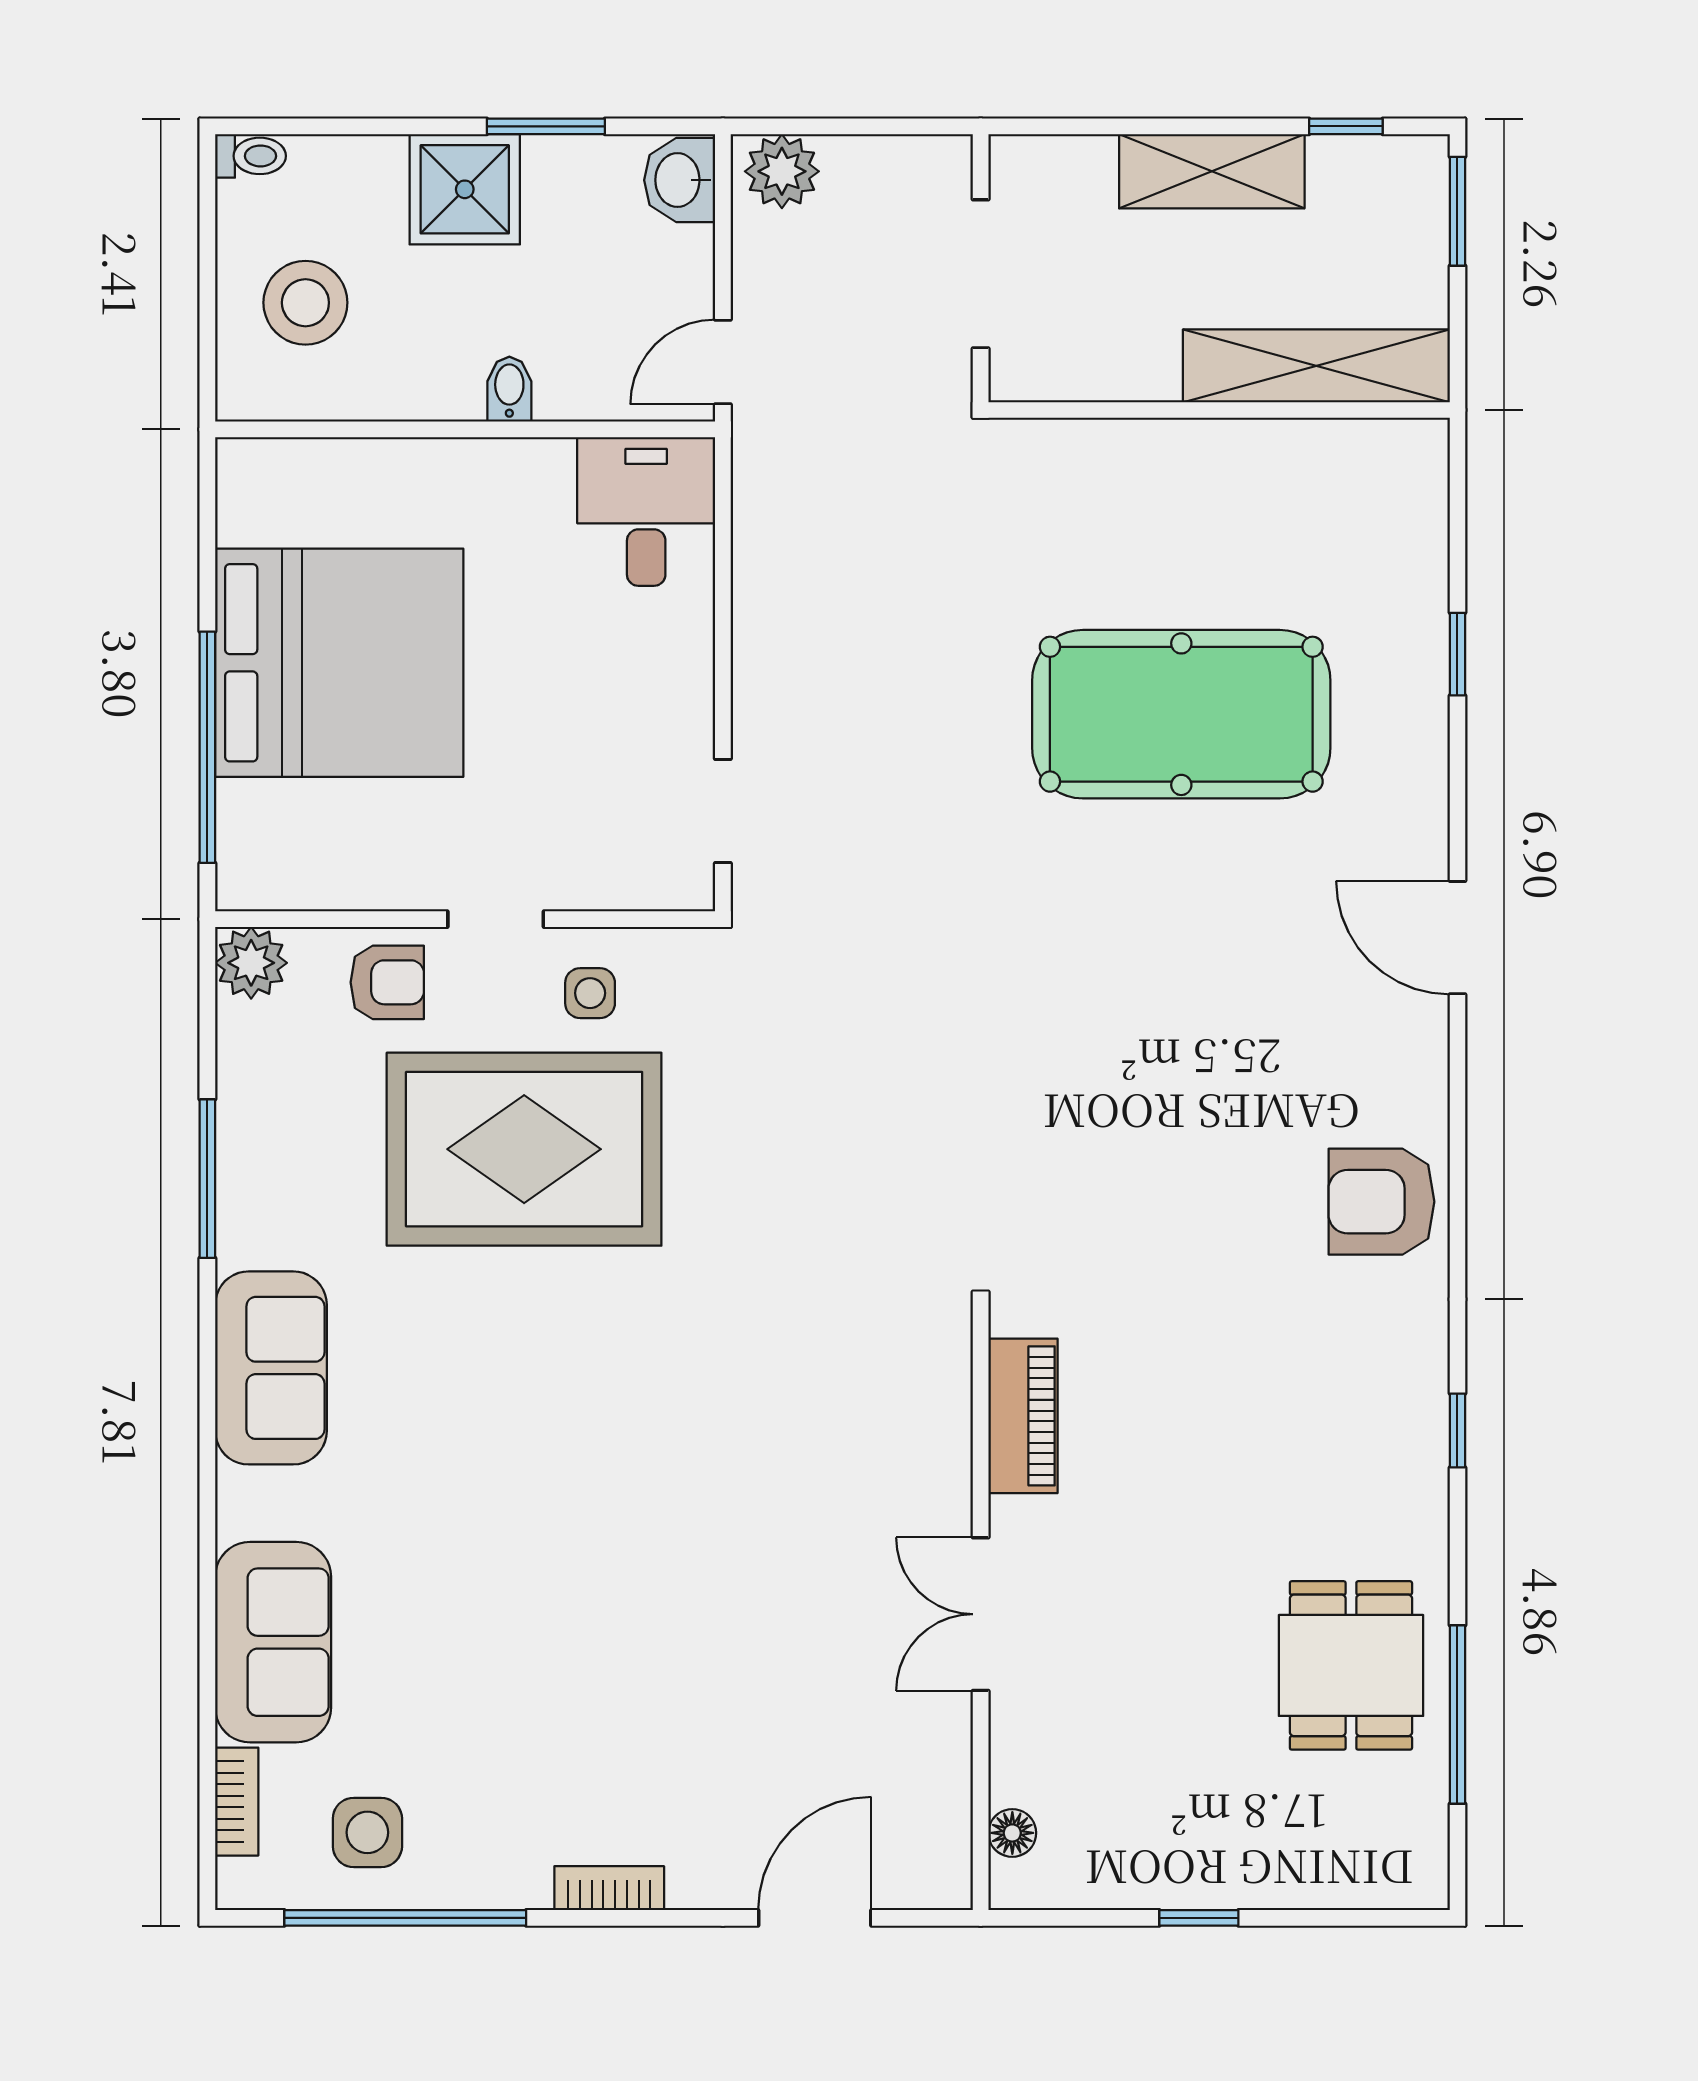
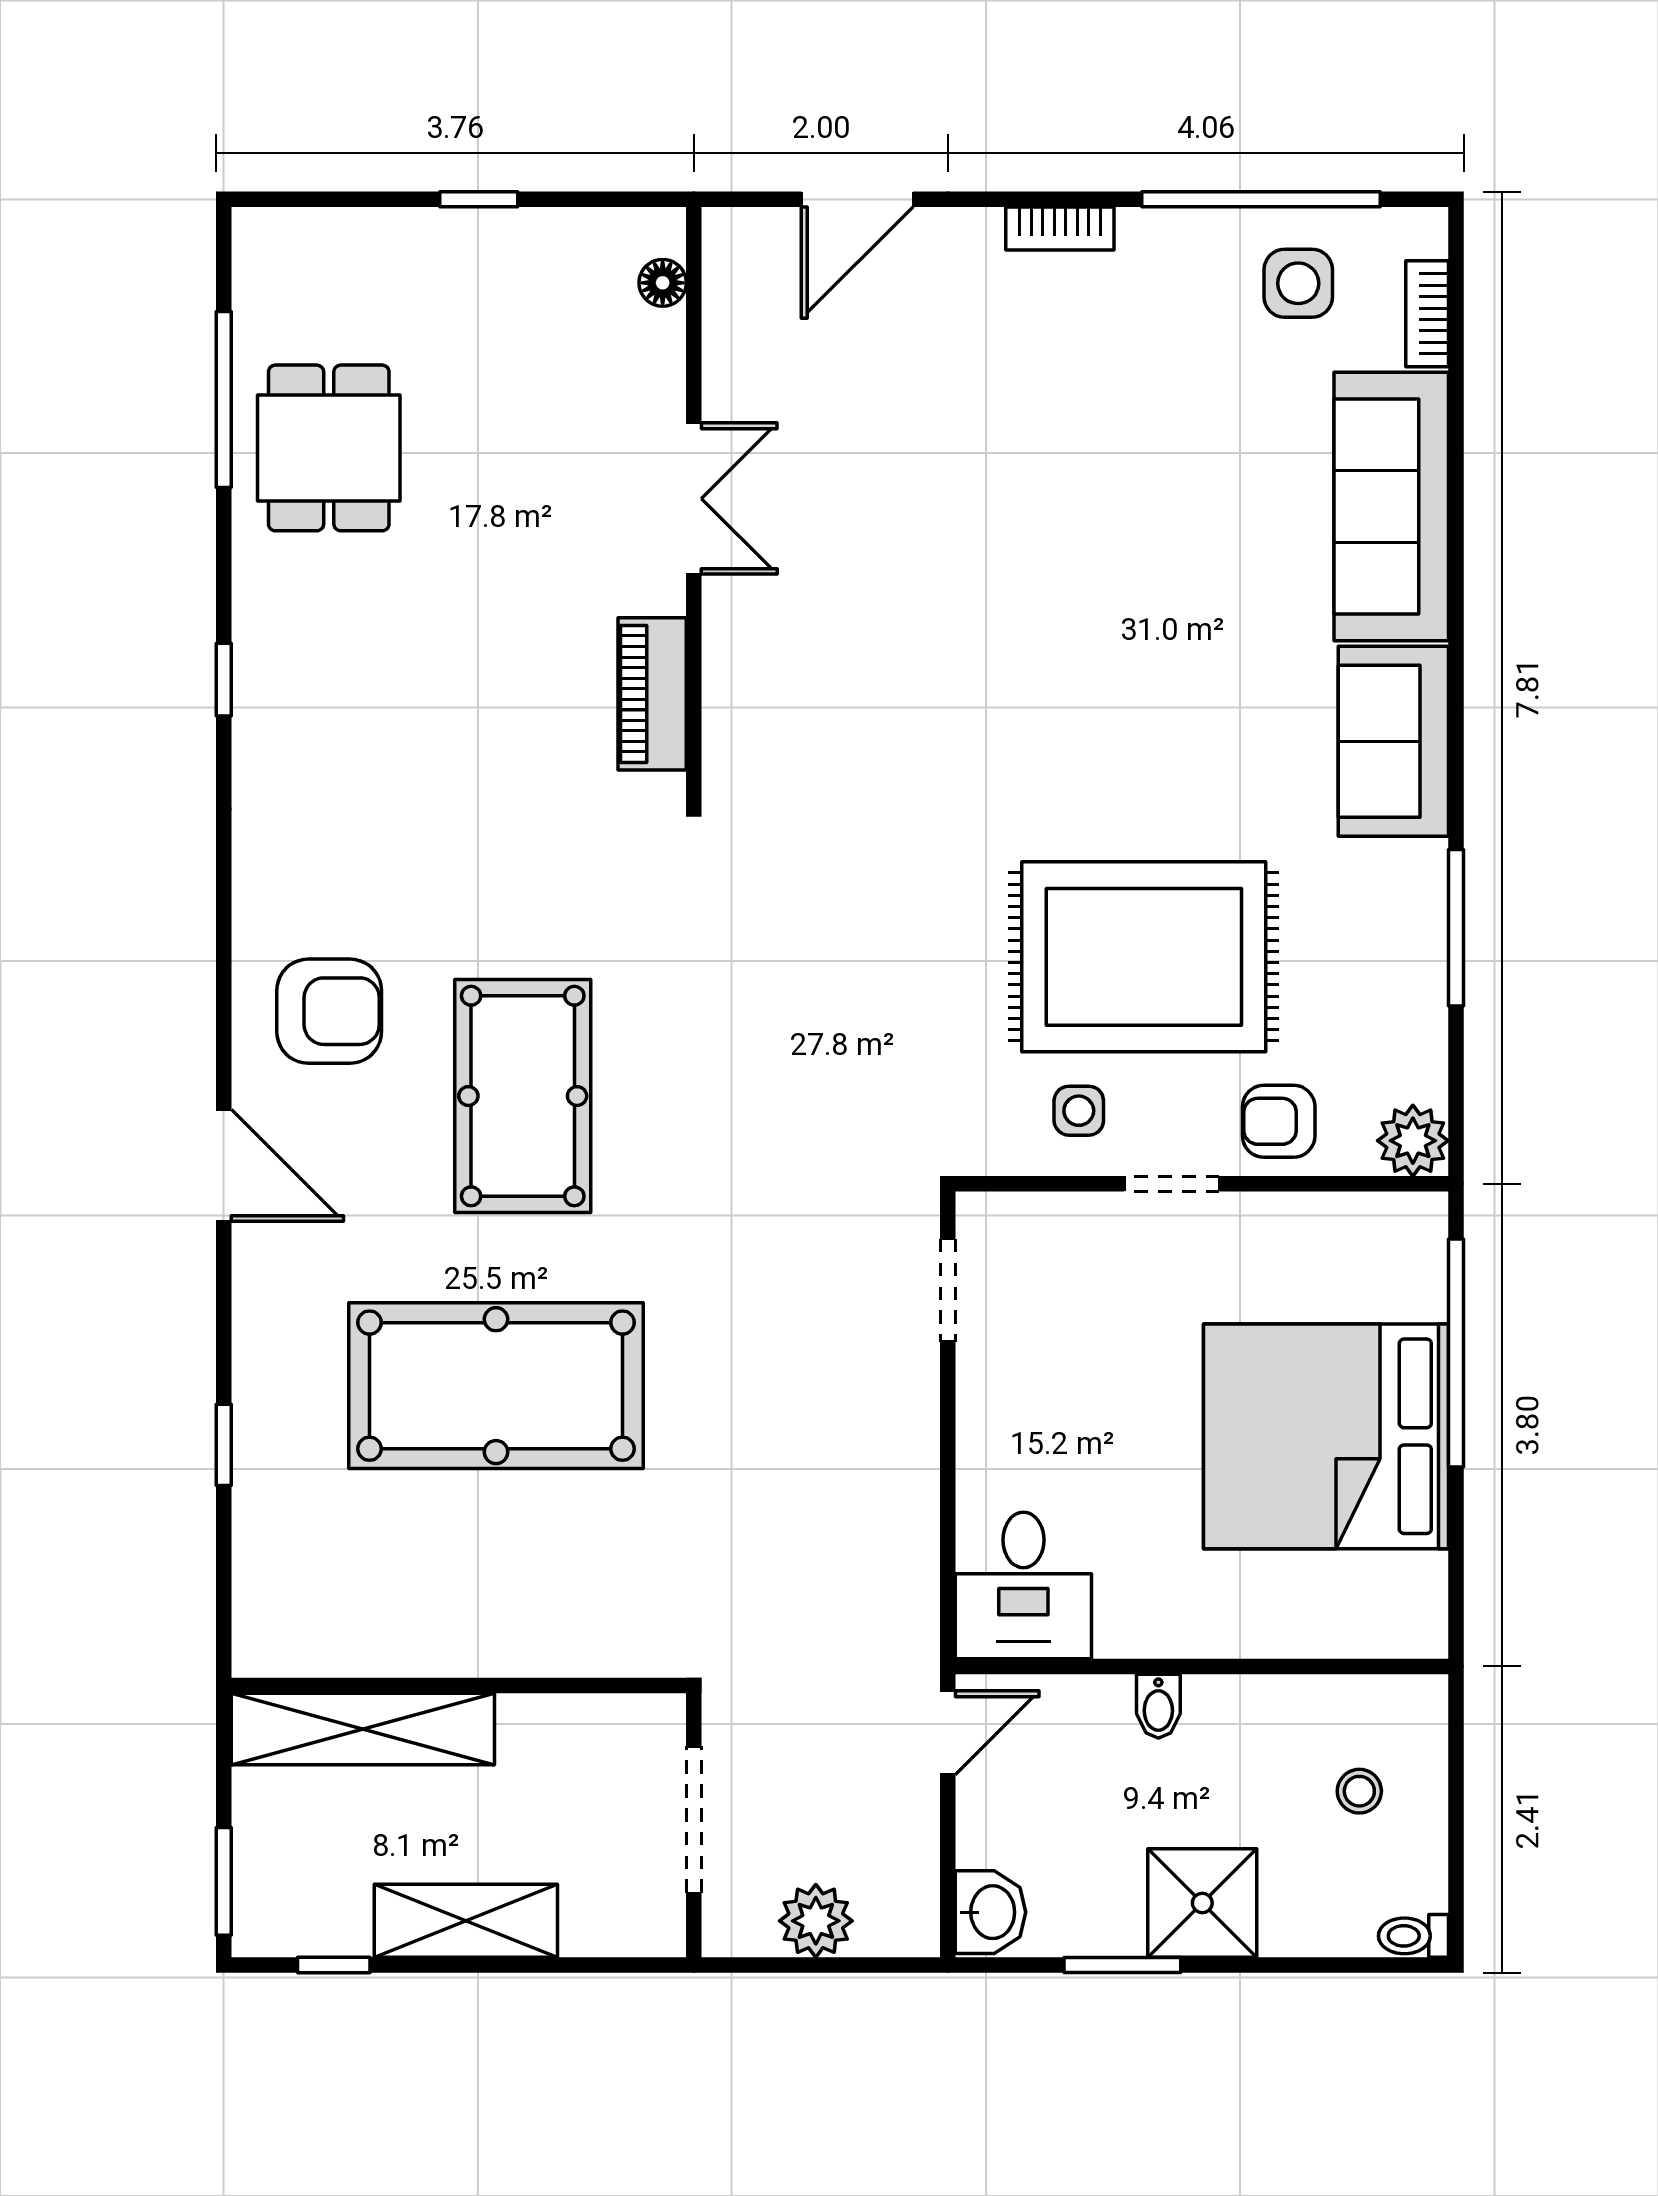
plant: (782, 171) -> (816, 1921), moved
stool: (305, 303) -> (1359, 1791), width x0.53, depth x0.53
pool table: (1154, 1008) -> (523, 1096), added
armchair: (1381, 1202) -> (329, 1011), moved
sofa: (273, 1642) -> (1391, 507), width x1.36

